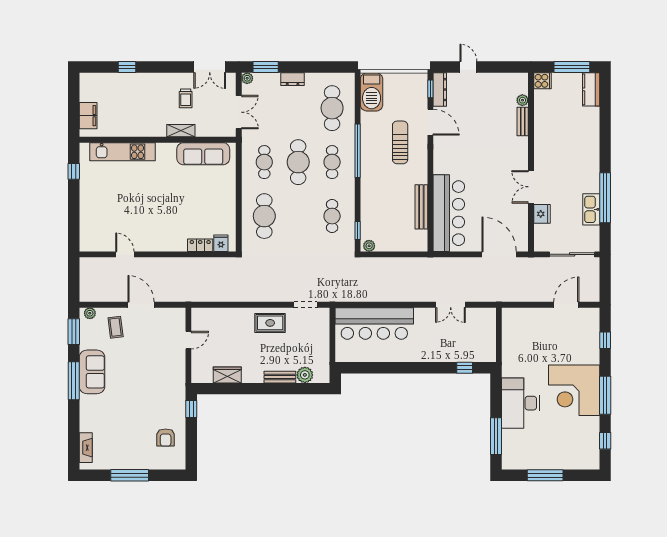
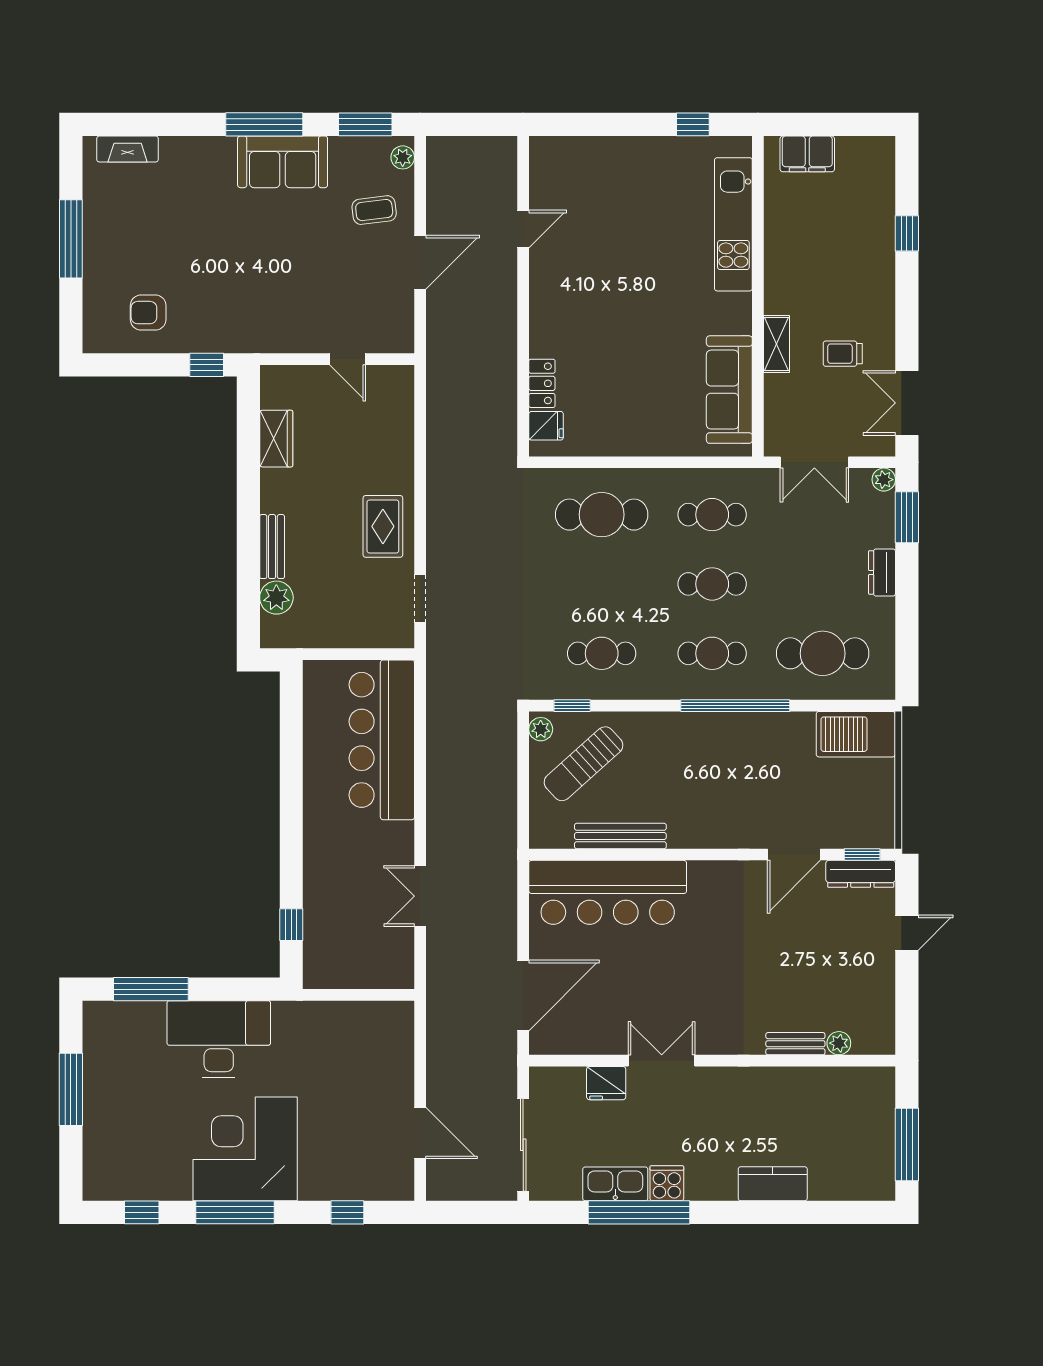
cooker: (542, 81) -> (667, 1183), moved, turned 180
kitchen counter: (591, 89) -> (773, 1184), moved
sun lounger: (400, 142) -> (584, 764), moved, turned 138
cafe table: (298, 162) -> (712, 584), width x0.73, depth x0.74

